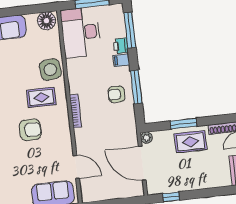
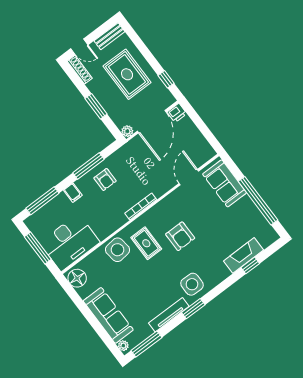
printer: (121, 46) -> (177, 113), moved
armchair: (30, 130) -> (180, 236), turned 180
rug: (190, 142) -> (127, 74), moved, width x1.36, depth x1.43

